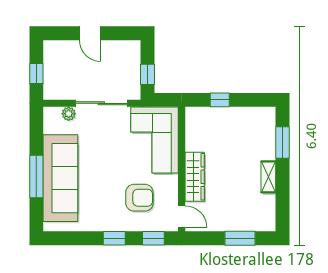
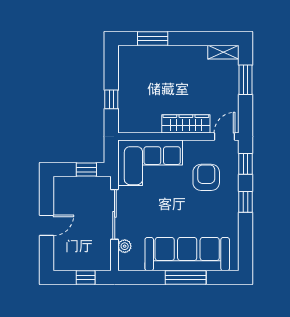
shelving: (268, 177) -> (223, 52), moved

